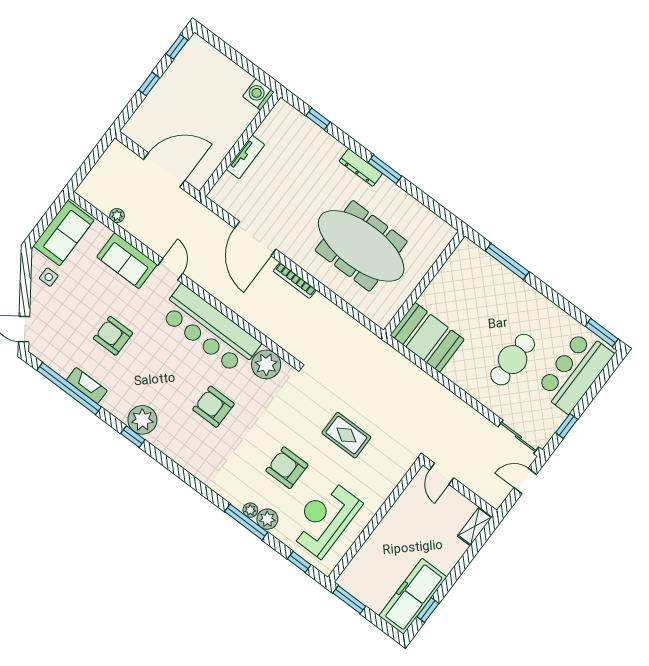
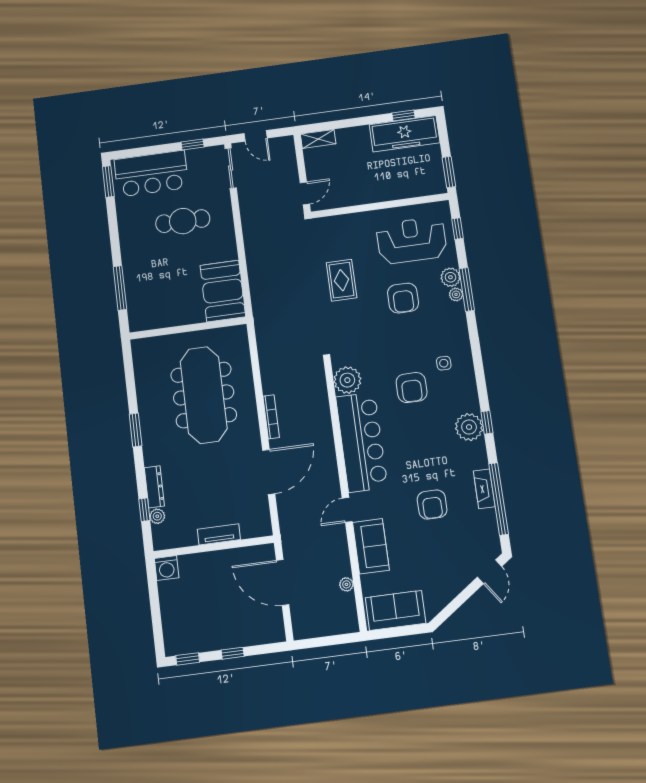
plant: (304, 124) -> (157, 516), added
dresser: (361, 167) -> (154, 487), moved
side table: (49, 277) -> (444, 363), moved
reception desk: (325, 518) -> (411, 240), turned 180

